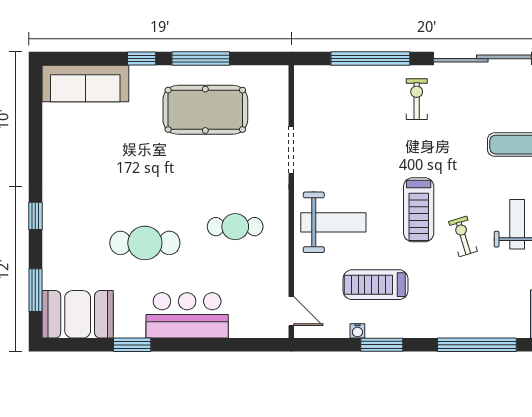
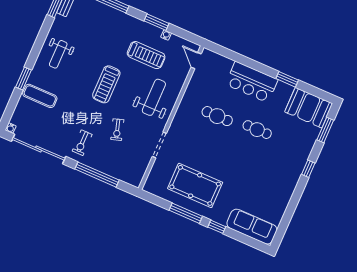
treadmill: (419, 210) -> (106, 84), turned 180
weight bench: (333, 222) -> (154, 97), turned 90
cafe table: (235, 227) -> (217, 116), moved
exercise bike: (463, 236) -> (117, 130), moved
cafe table: (145, 243) -> (257, 130), width x0.73, depth x0.74

